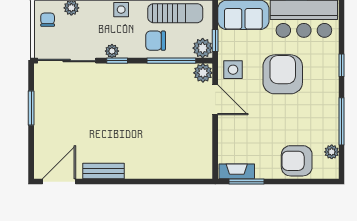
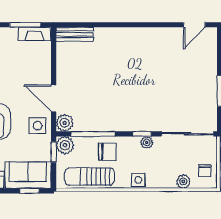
bench: (104, 171) -> (75, 34), moved
door: (59, 182) -> (194, 25), width x0.73

